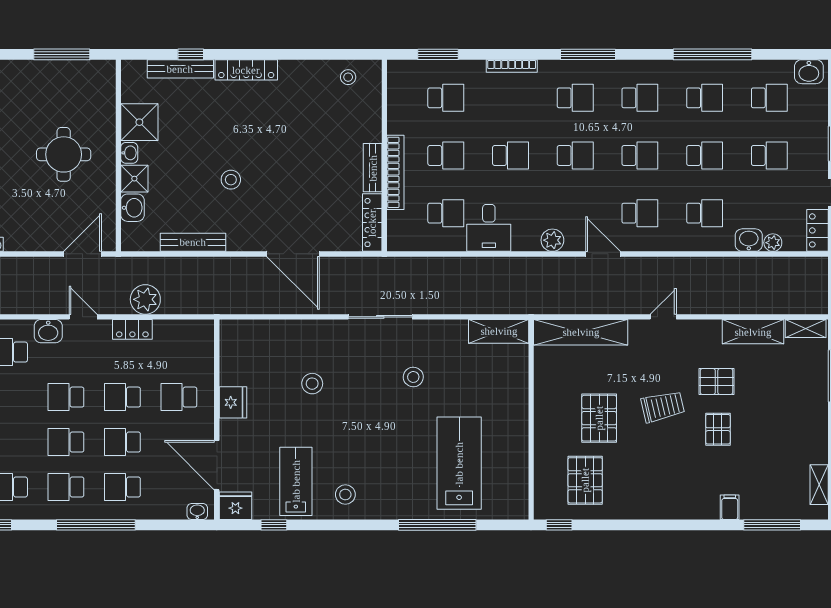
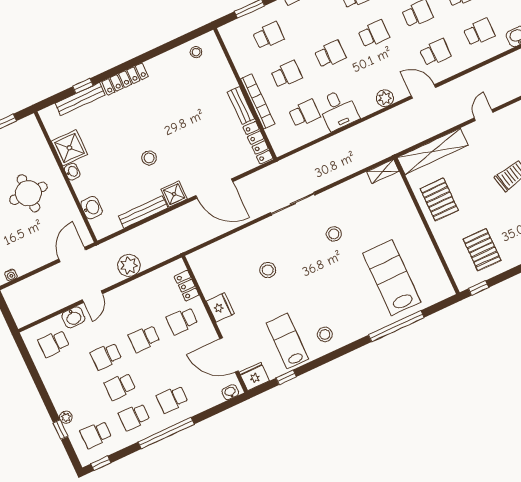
shower: (134, 179) -> (174, 194), moved
door: (83, 317) -> (92, 297), swing flipped
locker: (132, 329) -> (187, 286), moved, turned 90
shelving: (499, 331) -> (383, 171), width x0.67, depth x0.75
pallet: (599, 418) -> (439, 199), moved
school desk: (122, 442) -> (158, 369), removed

